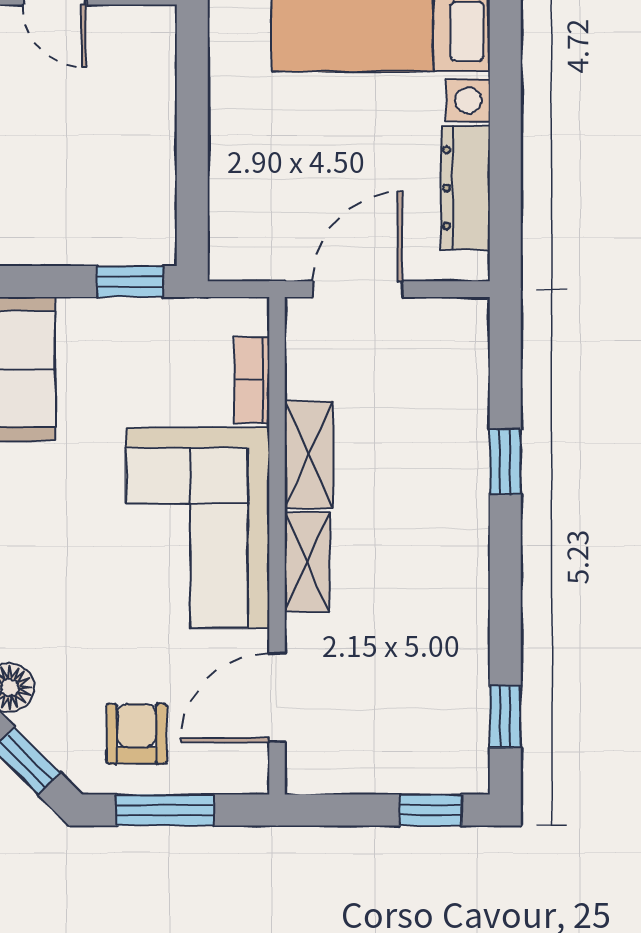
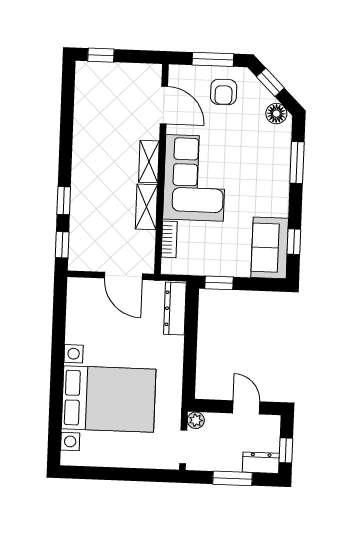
dresser: (466, 188) -> (175, 309), moved, turned 180
door: (357, 289) -> (123, 276), hinge flipped
door: (277, 698) -> (164, 105), hinge flipped
window: (505, 717) -> (62, 245), moved

